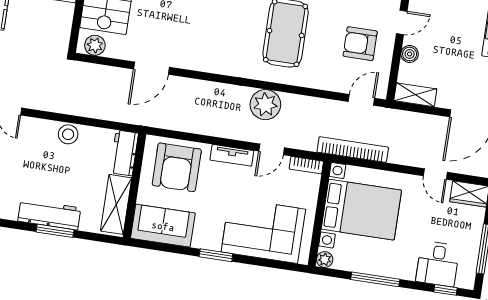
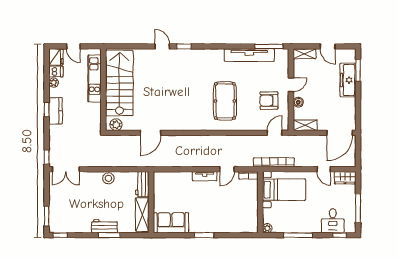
plant: (265, 105) -> (220, 144), removed
armchair: (177, 167) -> (174, 188), removed
bed with nightstands: (361, 210) -> (284, 190), width x0.73
workbench: (49, 215) -> (105, 226), width x0.73
corner sofa: (263, 231) -> (229, 217), removed

